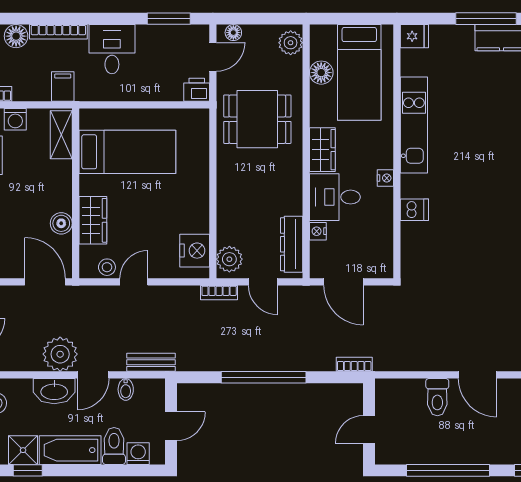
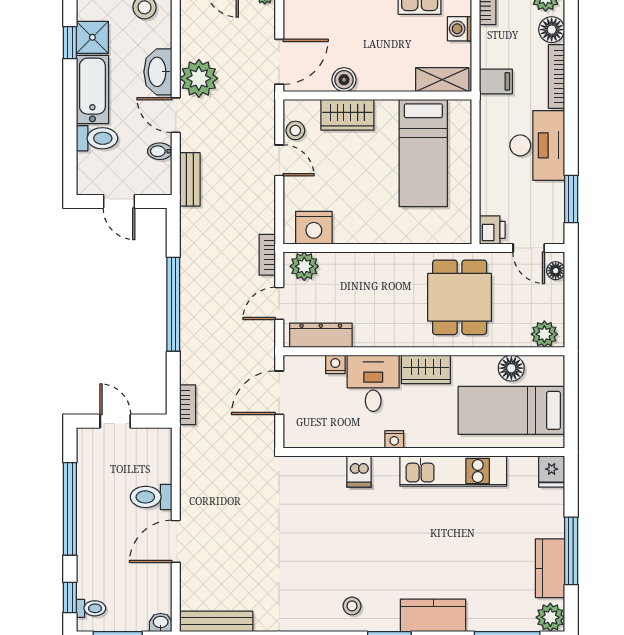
desk: (112, 49) -> (537, 145), width x1.37
washing machine: (138, 454) -> (89, 165), removed

